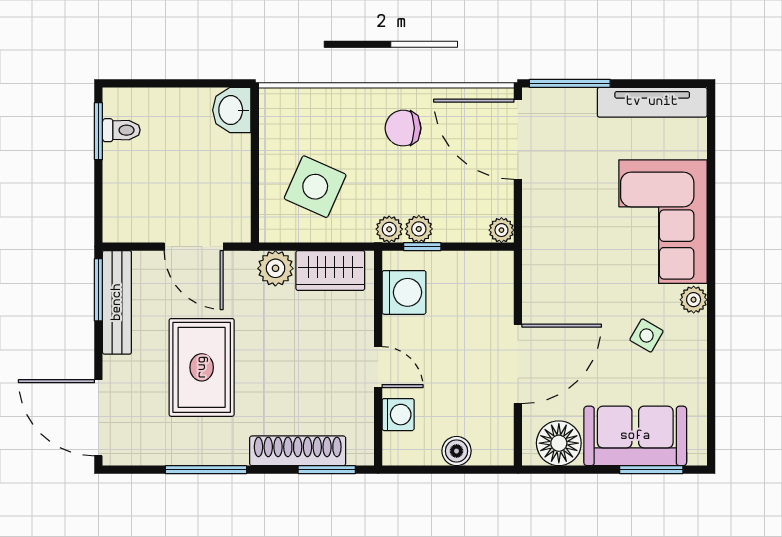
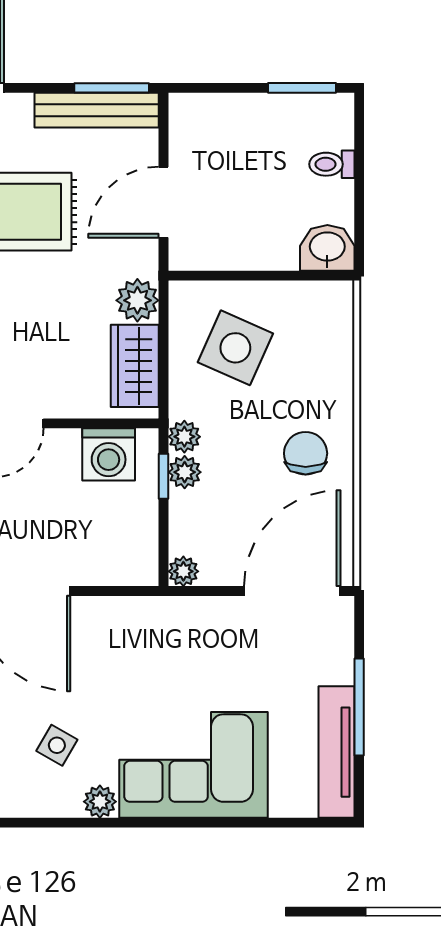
window: (570, 83) -> (359, 707), moved
toilet: (121, 130) -> (332, 164), moved, turned 90

